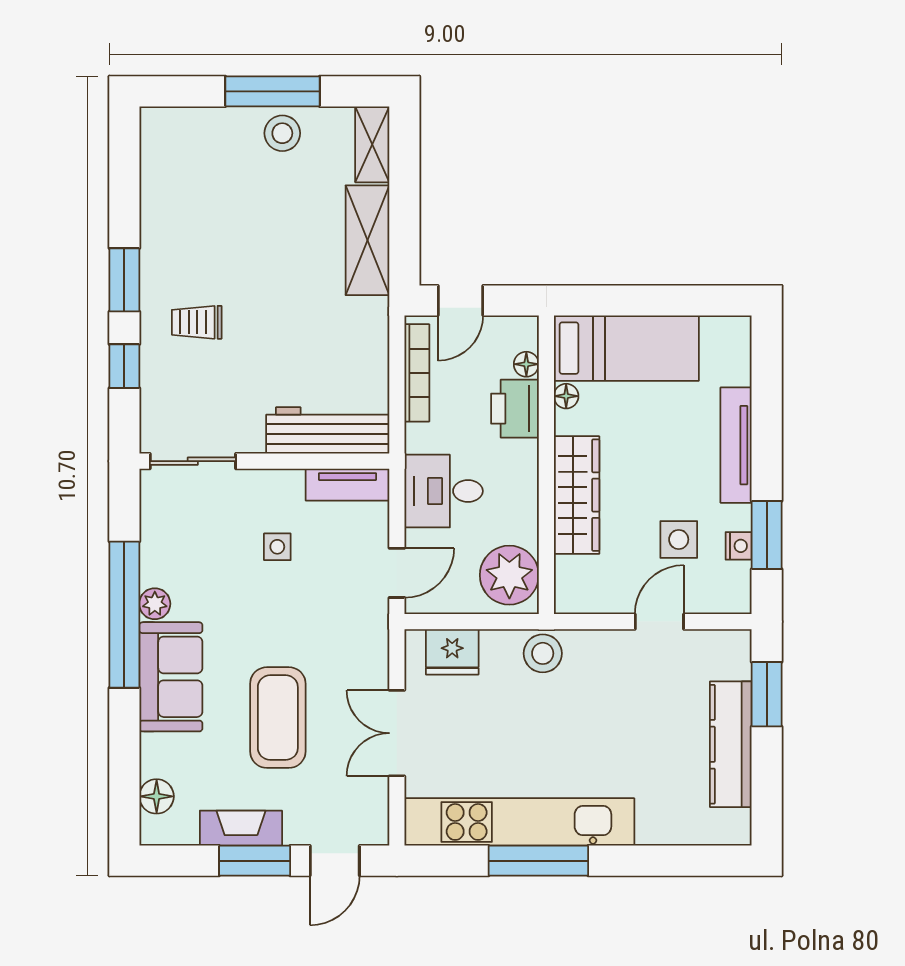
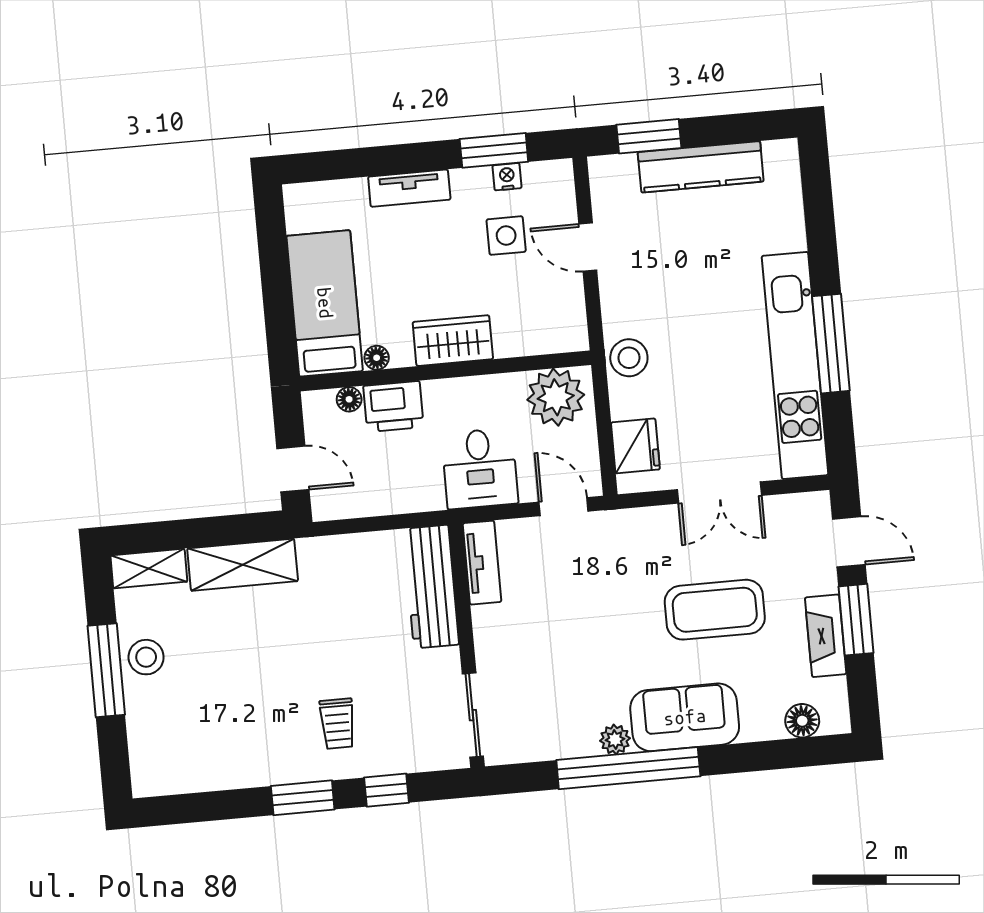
bookcase: (417, 373) -> (367, 505), removed
tv unit: (736, 445) -> (409, 188), width x0.71
wardrobe: (577, 495) -> (453, 341), width x0.67
side table: (277, 547) -> (549, 625), removed

